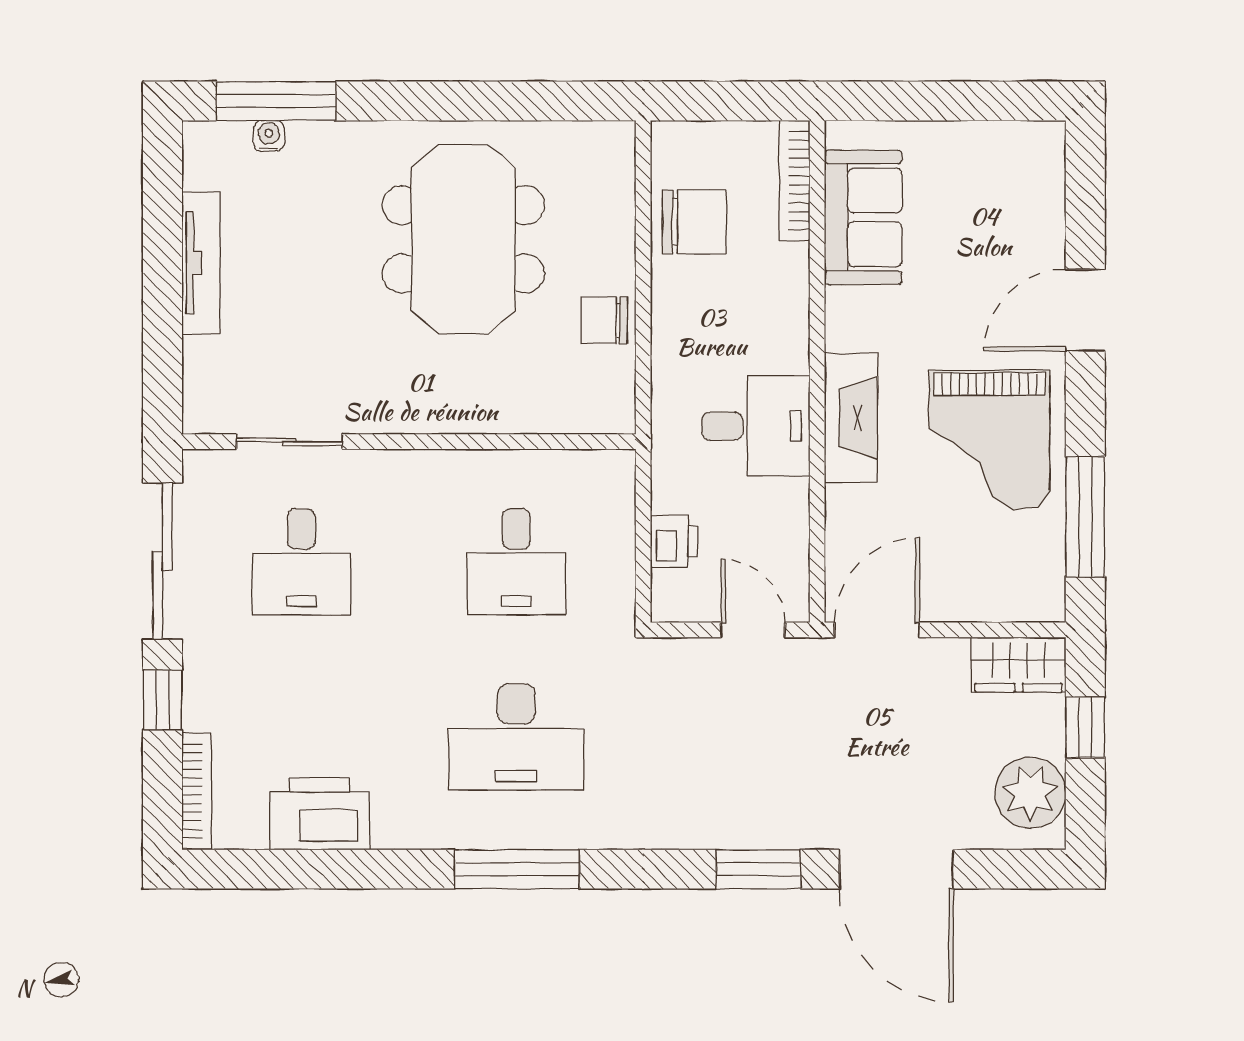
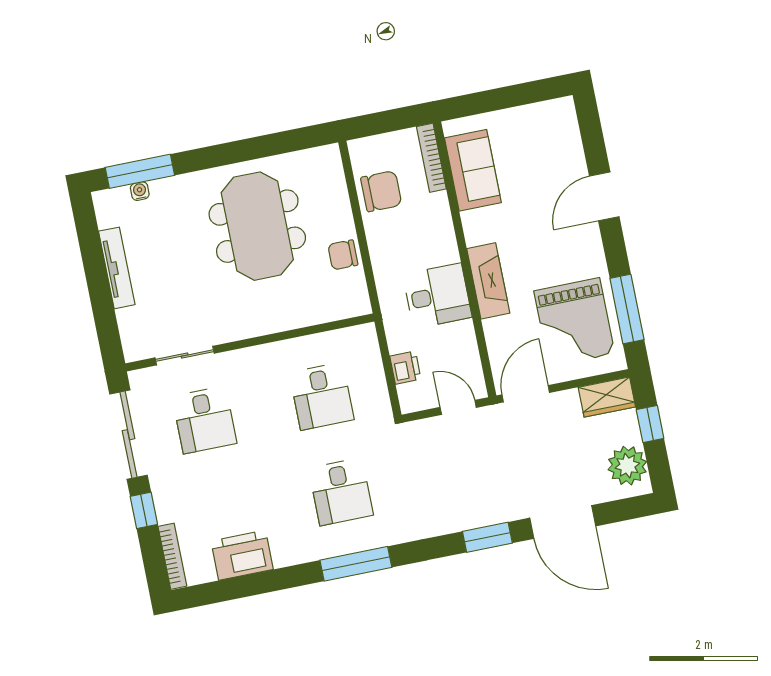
grand piano: (989, 440) -> (574, 322), moved
desk: (516, 737) -> (341, 492), width x0.73

